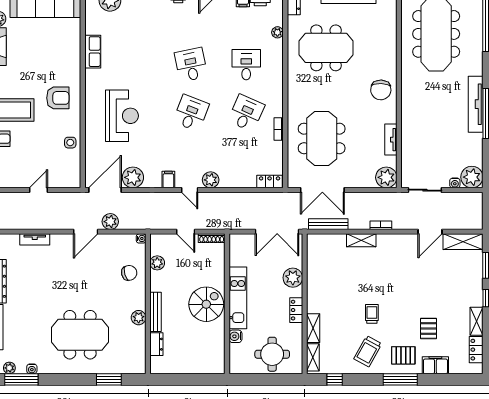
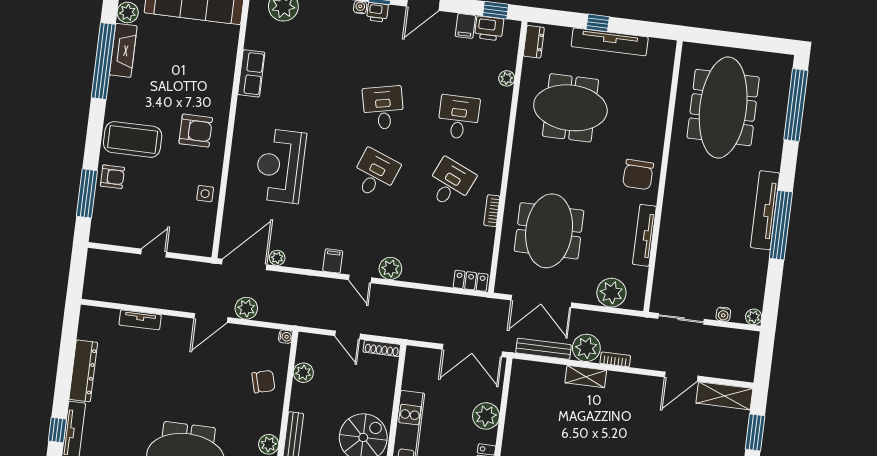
reception desk: (122, 116) -> (280, 166), turned 180
tv unit: (391, 140) -> (644, 235), width x1.41
plant: (133, 177) -> (277, 258), width x0.53, depth x0.53
plant: (386, 177) -> (611, 293), moved
plant: (472, 177) -> (754, 317), width x0.53, depth x0.53
plant: (359, 220) -> (586, 348), added

